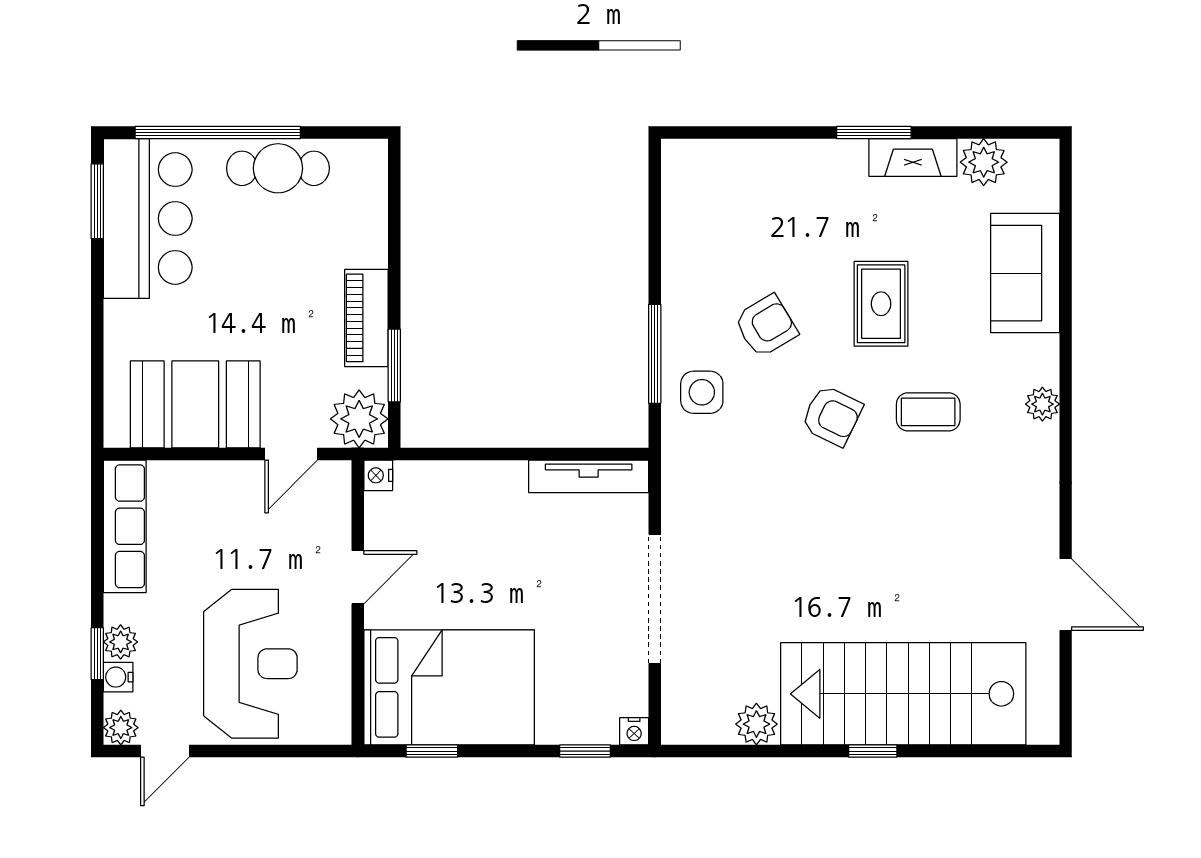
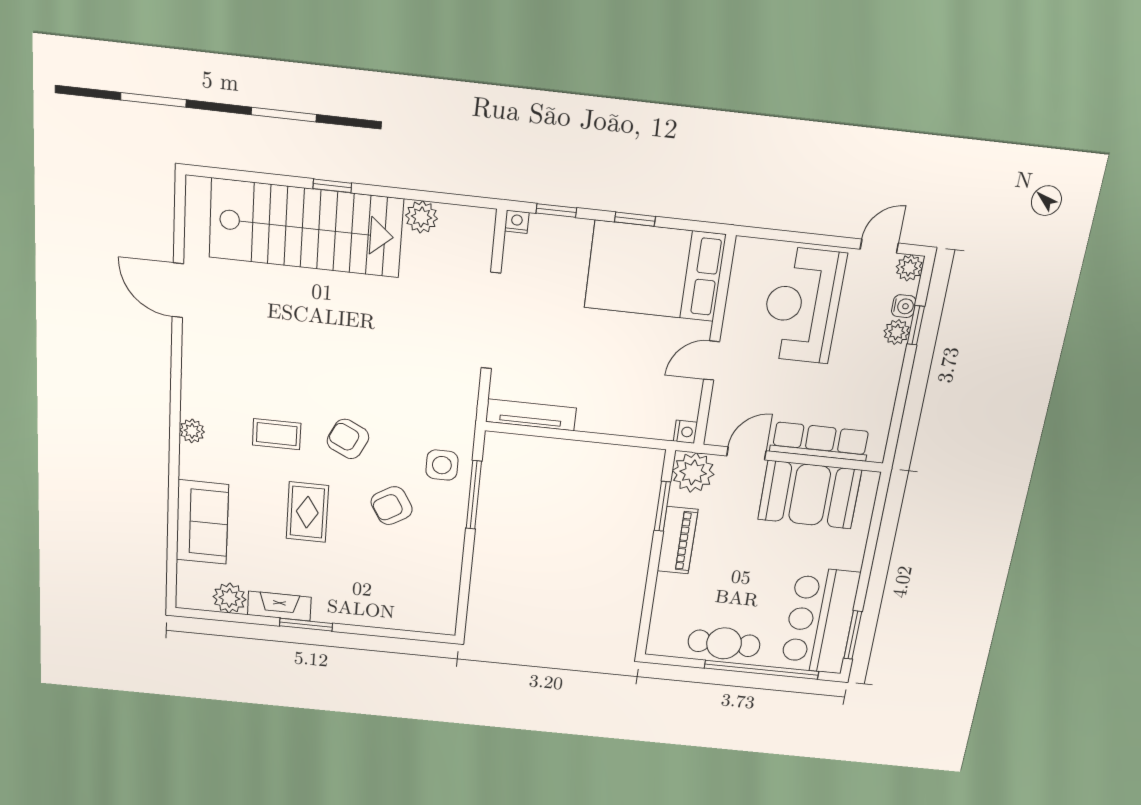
row of seats: (125, 526) -> (820, 442), moved, turned 90
window: (432, 751) -> (635, 219), moved

